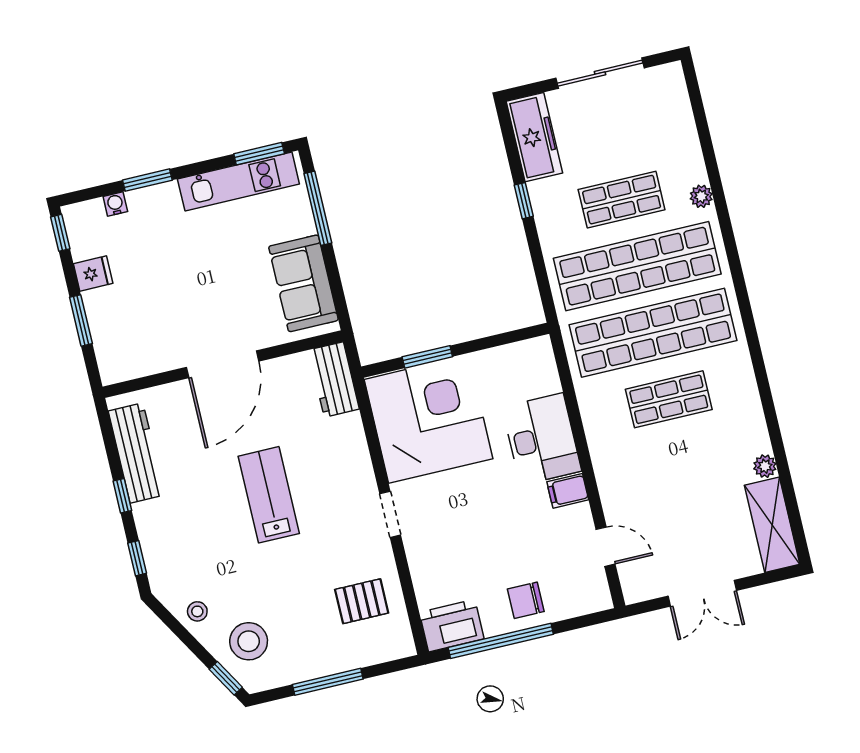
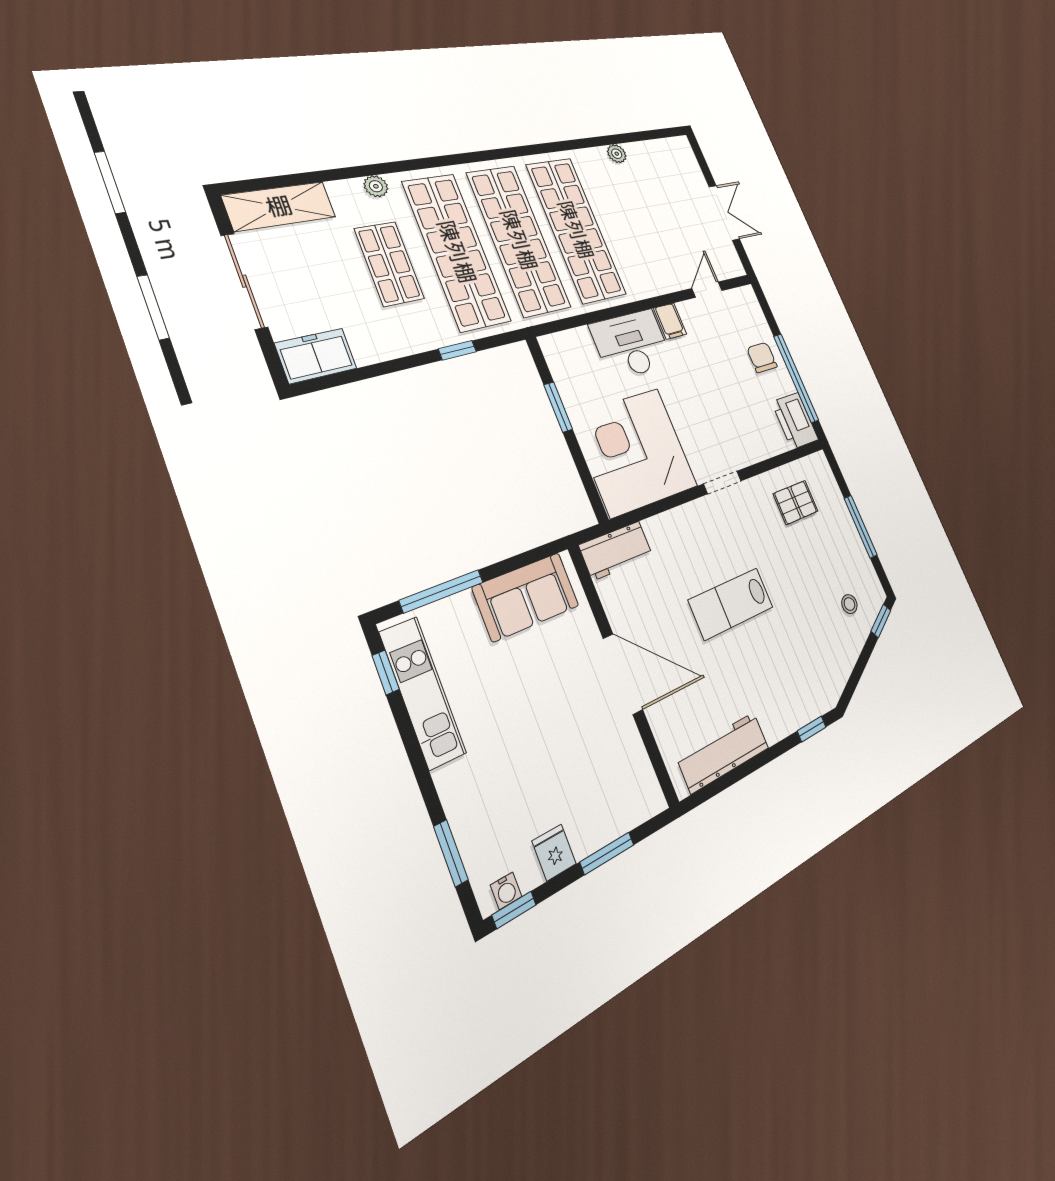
freezer: (534, 137) -> (316, 356), width x0.71
window: (259, 154) -> (386, 672), width x0.67
window: (147, 180) -> (451, 853), moved
window: (524, 201) -> (457, 350), moved
water cooler: (115, 204) -> (506, 891), moved, turned -90
window: (427, 357) -> (558, 407), moved
shop shelf: (669, 399) -> (576, 230), width x2.00, depth x1.36
window: (122, 496) -> (764, 758), removed
shelving: (772, 525) -> (279, 206), moved
chair: (526, 600) -> (762, 357), turned 180
pallet: (362, 601) -> (796, 502), turned 90
stool: (197, 611) -> (839, 658), removed
stool: (249, 641) -> (849, 604), width x0.53, depth x0.53

